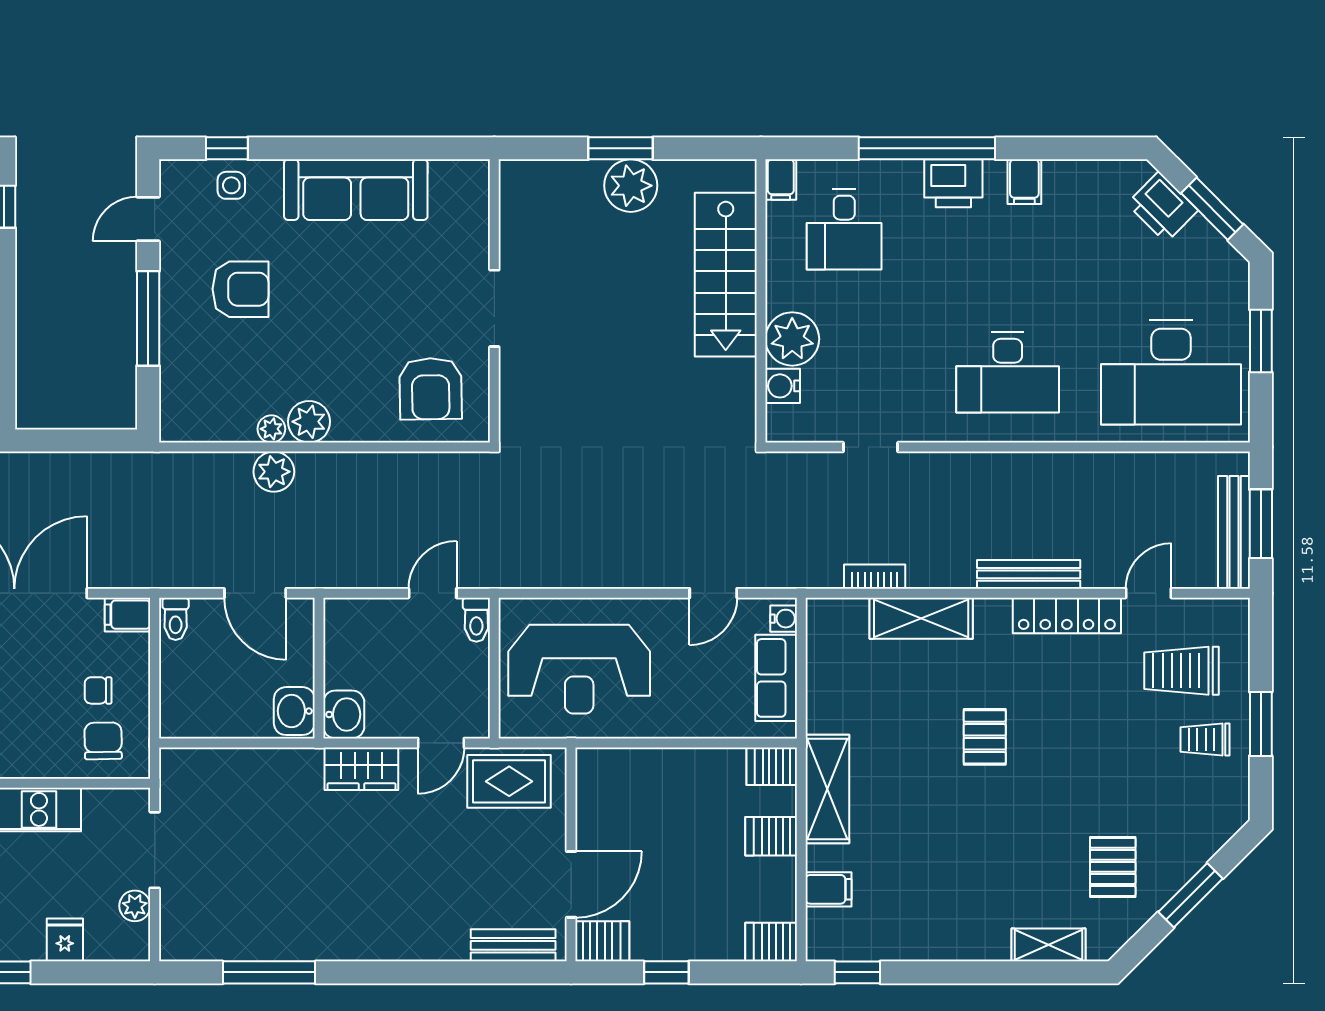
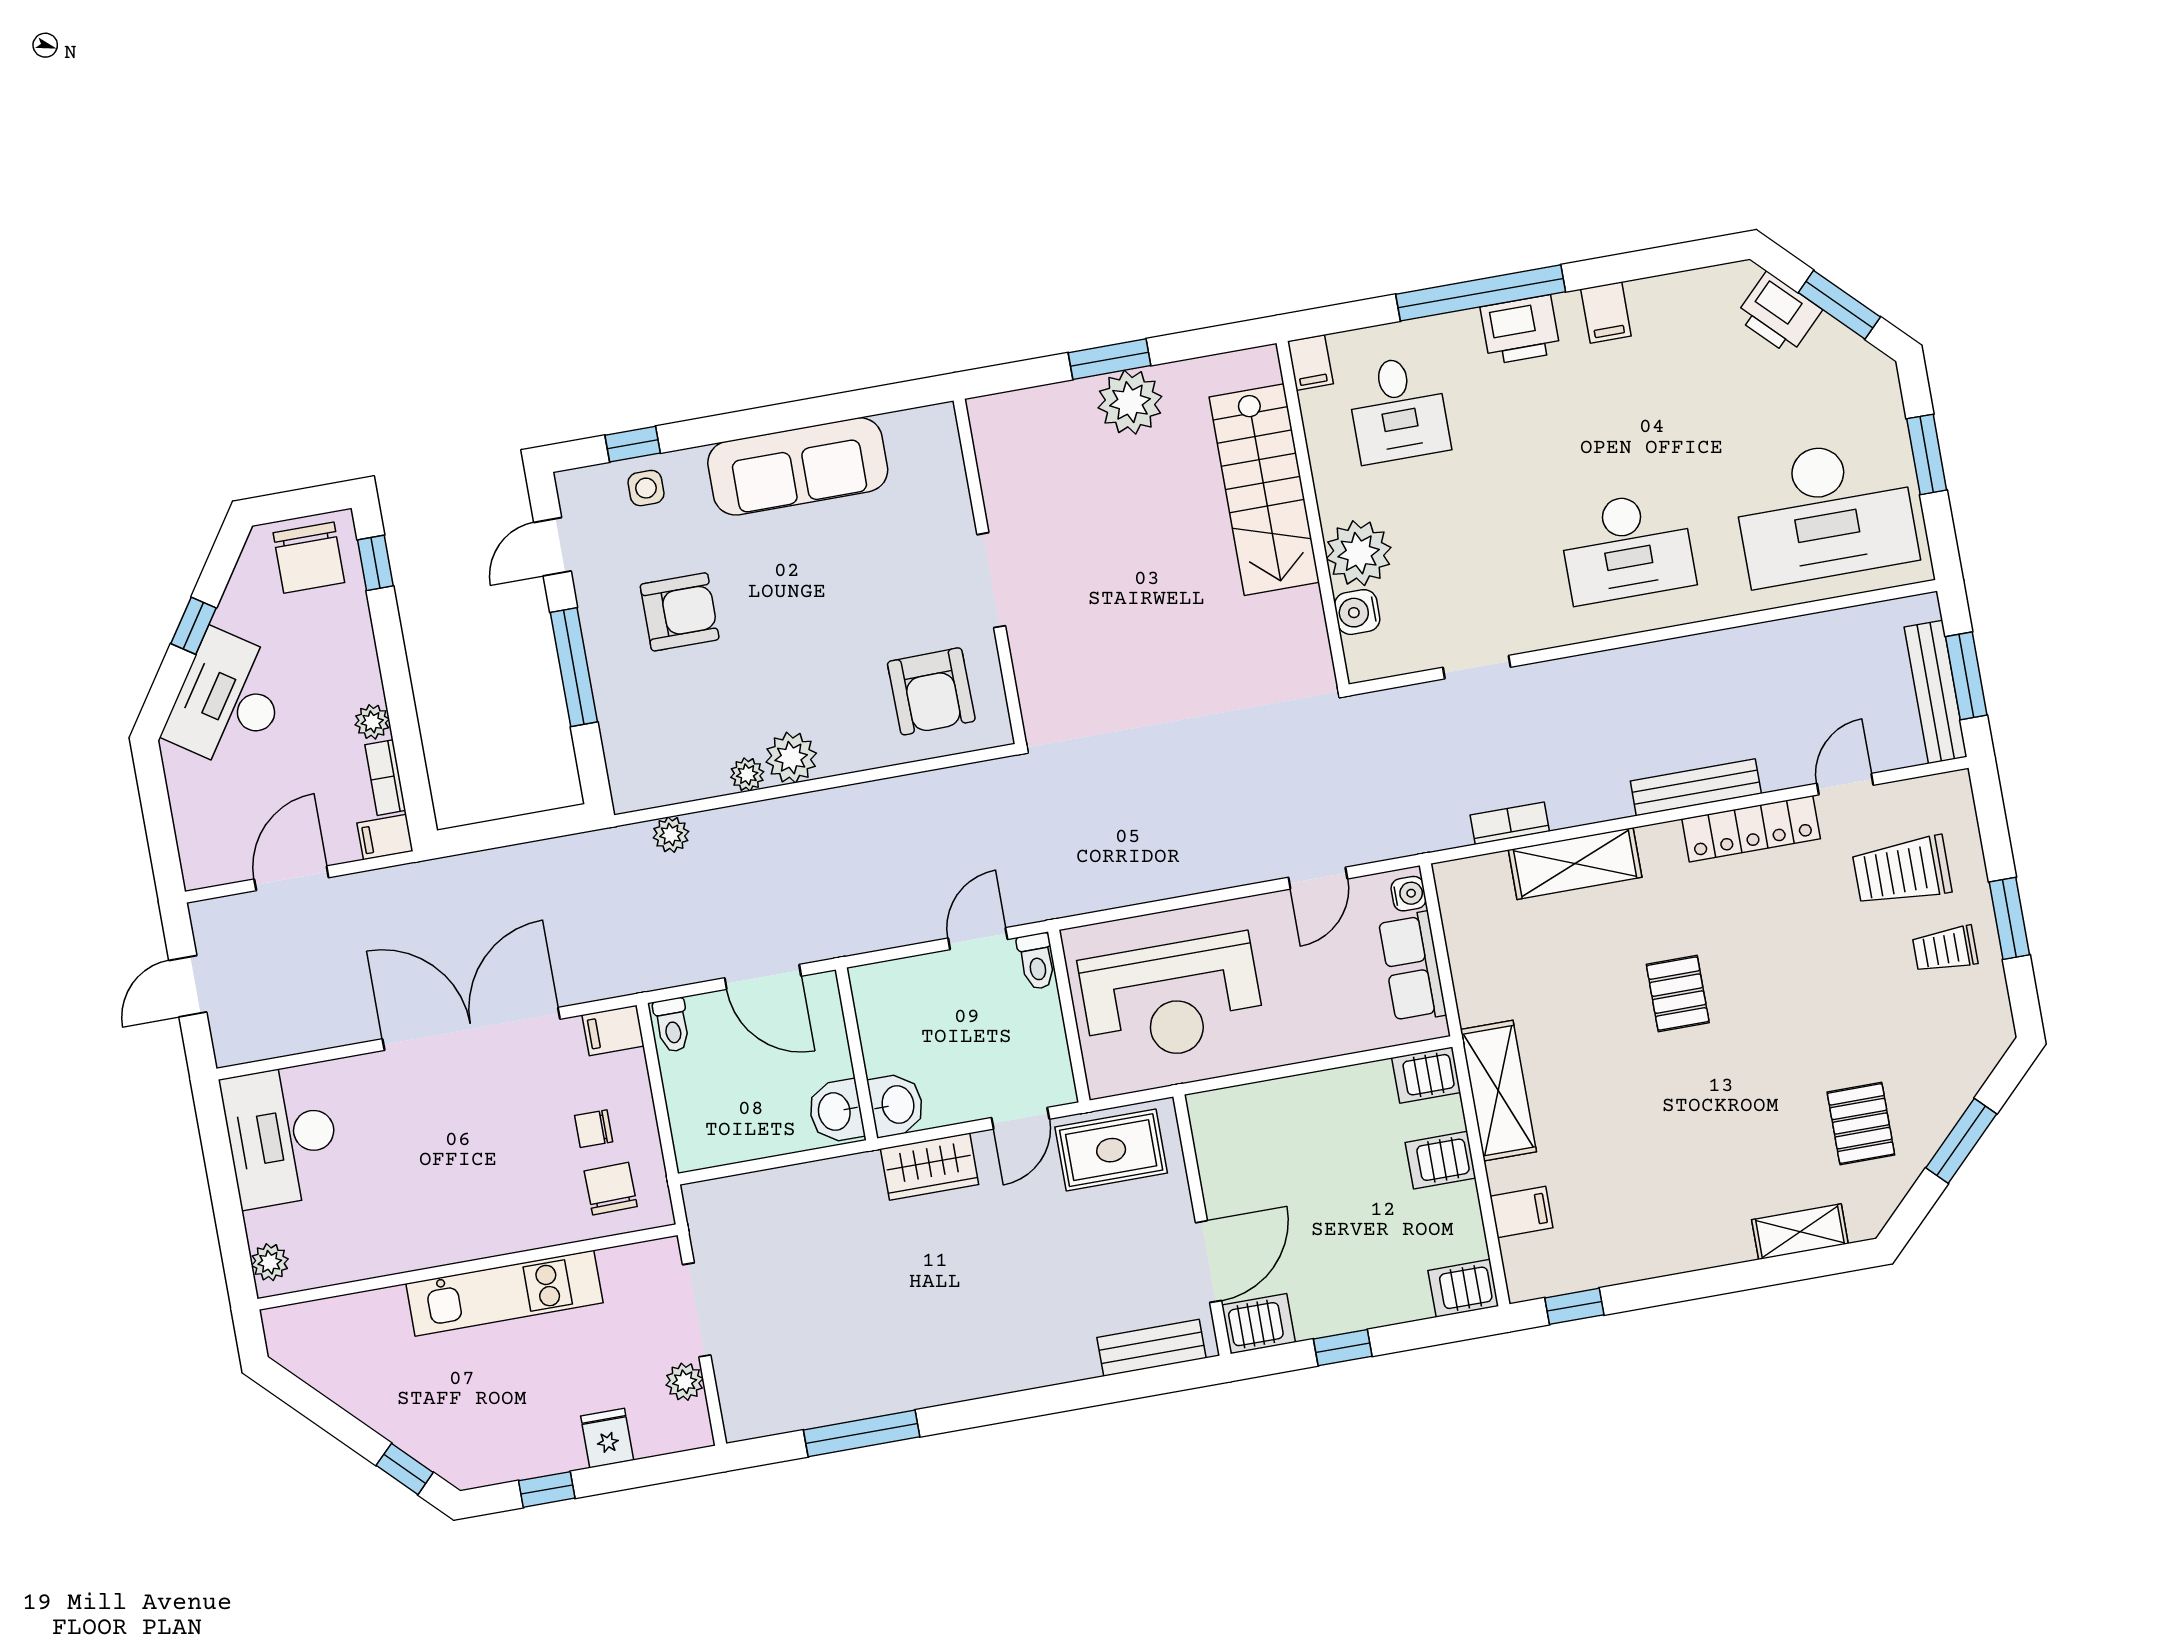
plant: (274, 472) -> (671, 835), moved, width x0.73, depth x0.73

